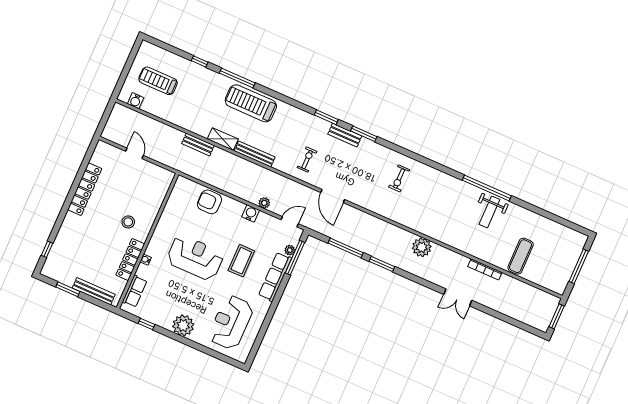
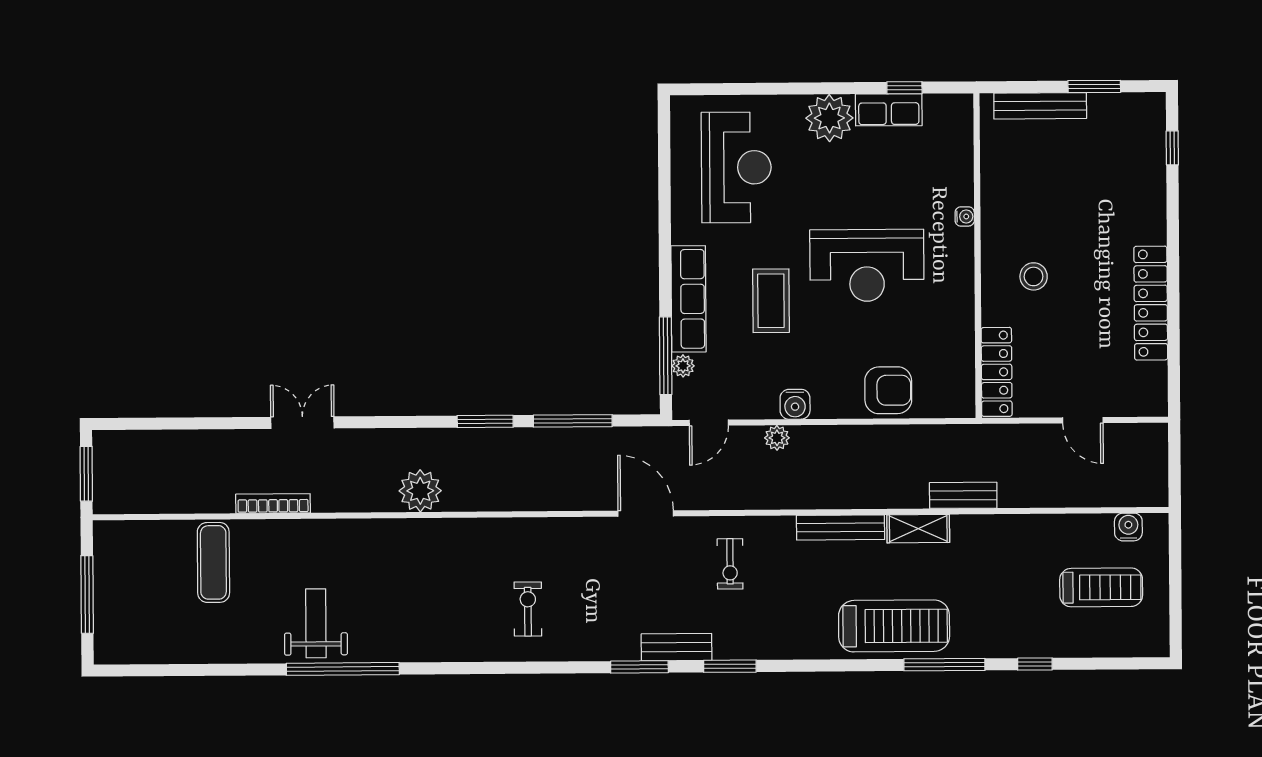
locker: (130, 260) -> (997, 372), moved
row of seats: (135, 291) -> (889, 110), moved, turned -90

